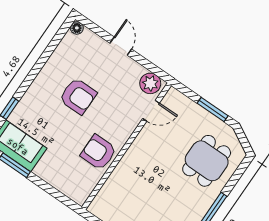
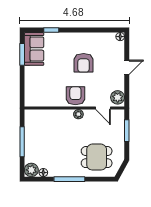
window: (213, 110) -> (127, 131), moved
plant: (138, 147) -> (78, 114), added
armchair: (98, 152) -> (75, 96), moved

